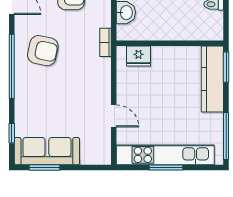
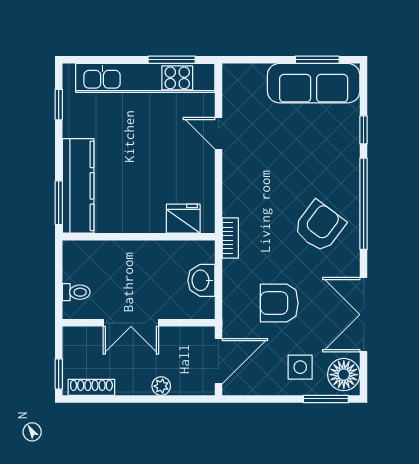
armchair: (43, 51) -> (319, 226), turned 115
window: (12, 133) -> (364, 130), moved
window: (226, 136) -> (59, 105), width x0.46
window: (166, 168) -> (172, 60), moved

